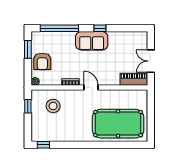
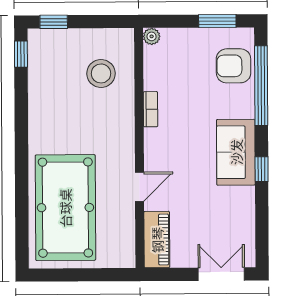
armchair: (42, 61) -> (234, 66), moved
double door: (151, 61) -> (221, 274), moved
door: (91, 88) -> (139, 187), moved
window: (28, 106) -> (54, 22), moved

